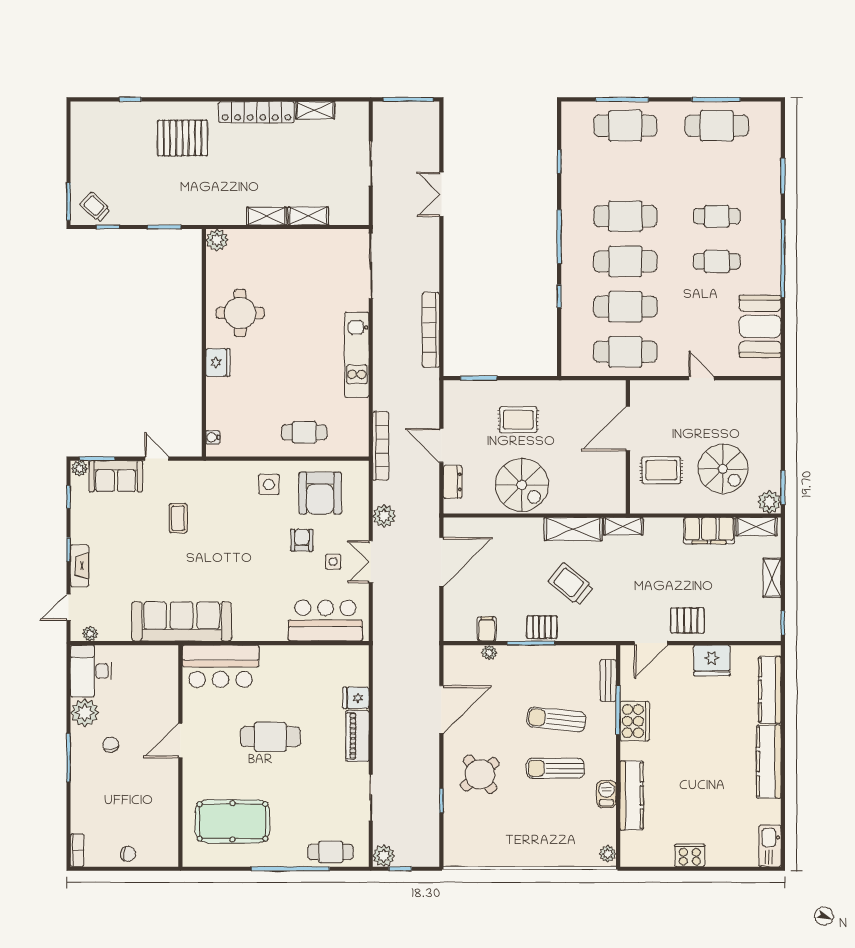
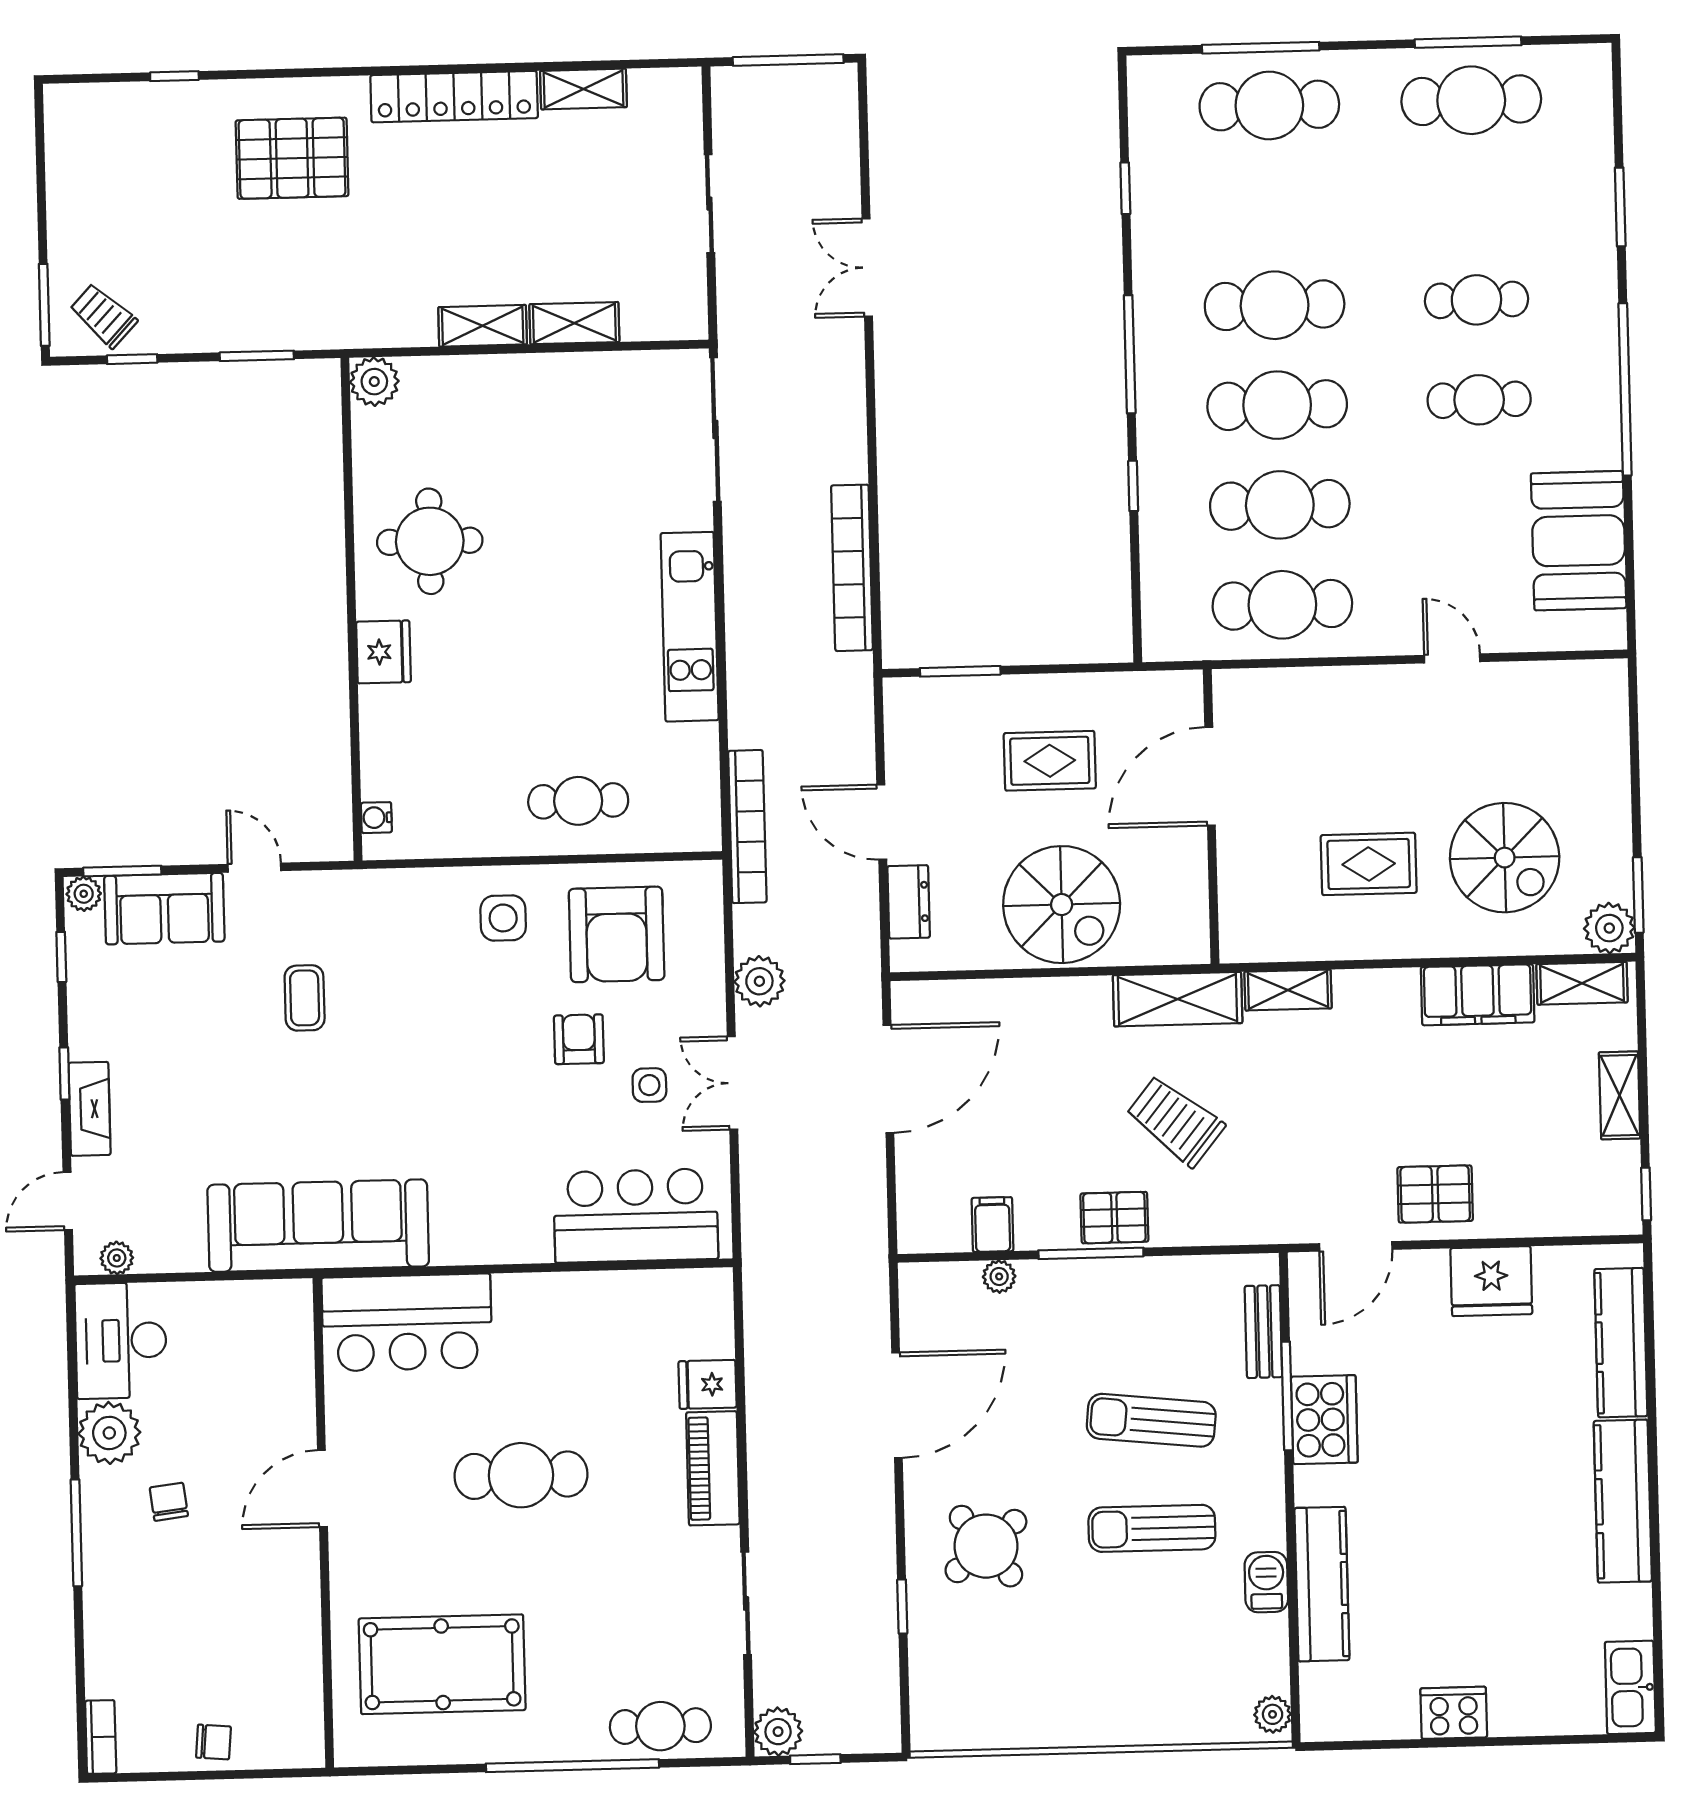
door: (628, 429) -> (1210, 776), moved
wall: (628, 447) -> (1211, 817), moved

